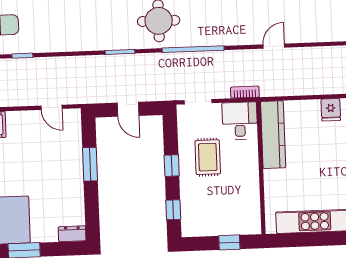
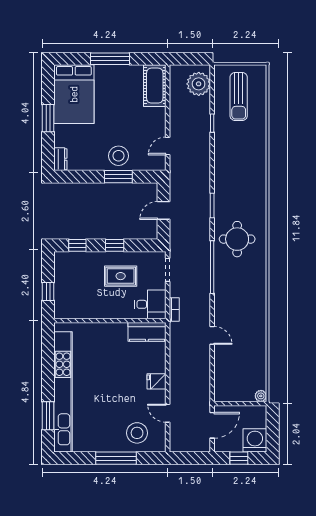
kitchen counter: (273, 135) -> (147, 332), width x0.67
stool: (65, 165) -> (119, 156), added

